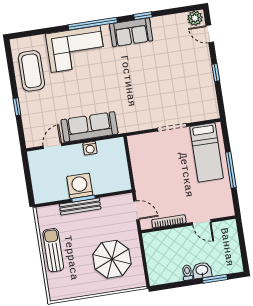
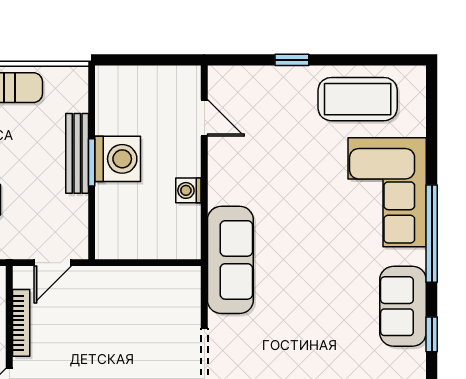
sofa: (89, 127) -> (230, 260), moved

